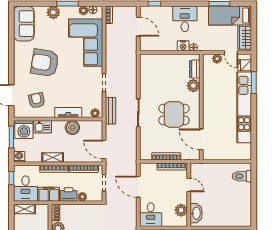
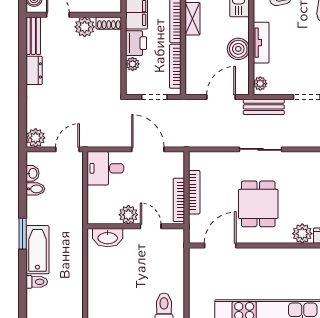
door: (104, 149) -> (221, 97), moved
door: (189, 185) -> (151, 226), swing flipped
door: (138, 187) -> (148, 149), hinge flipped
plant: (181, 210) -> (128, 215), moved

